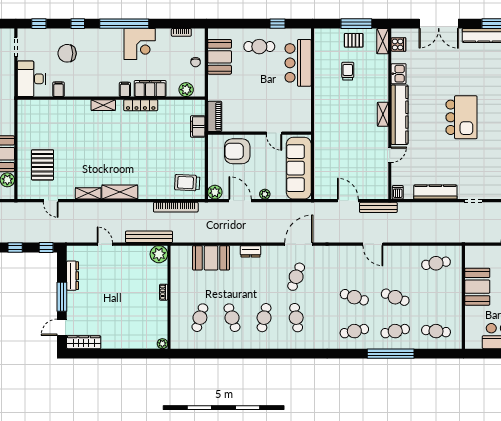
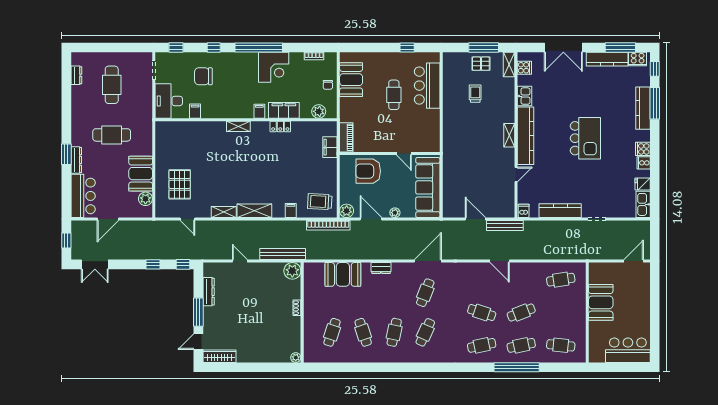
cafe table: (259, 47) -> (394, 95), moved, turned 90
locker: (141, 105) -> (280, 127), width x0.66
filing cabinet: (157, 192) -> (291, 210), added
bookcase: (176, 207) -> (328, 225), moved
cafe table: (395, 297) -> (521, 312), turned -42
cafe table: (296, 318) -> (425, 332), turned 33

